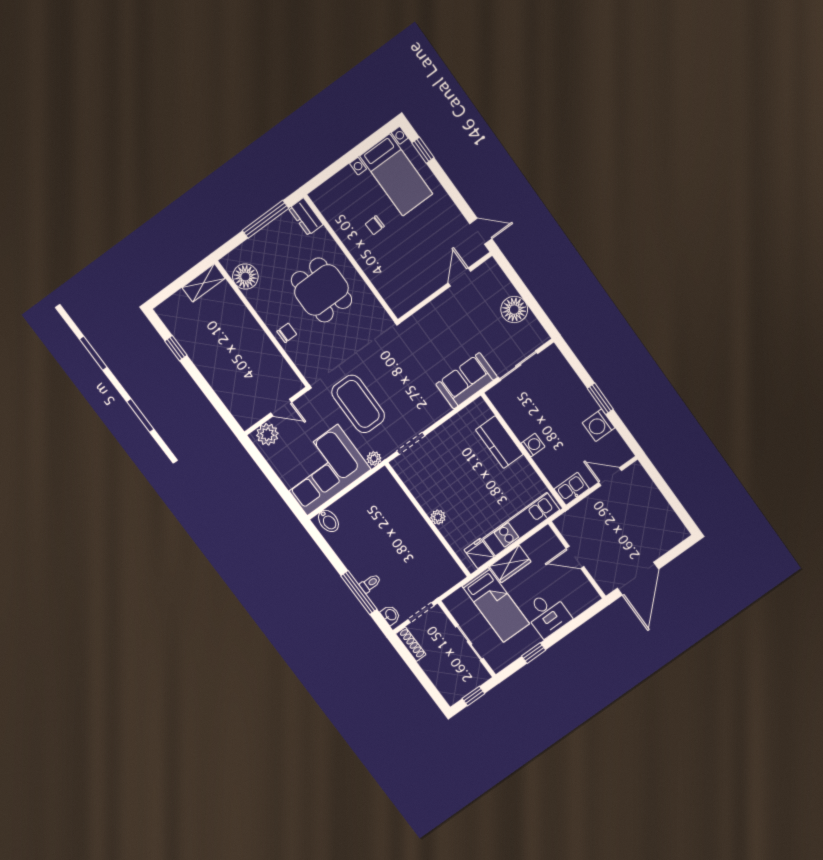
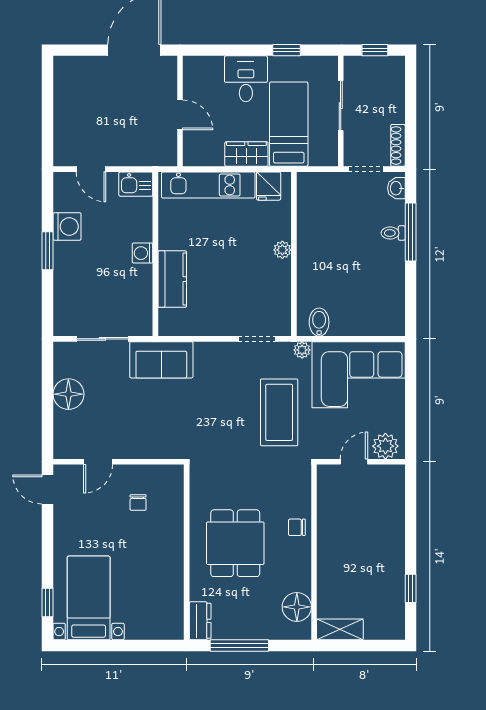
chair: (375, 225) -> (138, 503), moved, turned 92
door: (281, 408) -> (354, 462), hinge flipped
bidet: (328, 521) -> (319, 322), moved

